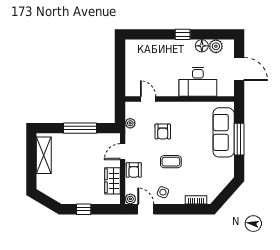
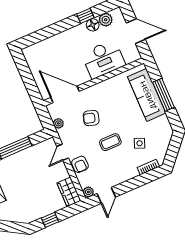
window: (183, 34) -> (85, 16), moved
door: (148, 99) -> (65, 94), width x1.87
armchair: (163, 131) -> (91, 118), turned 107
wardrobe: (112, 181) -> (69, 192), moved
side table: (163, 192) -> (140, 143), moved
door: (146, 209) -> (106, 195), swing flipped

